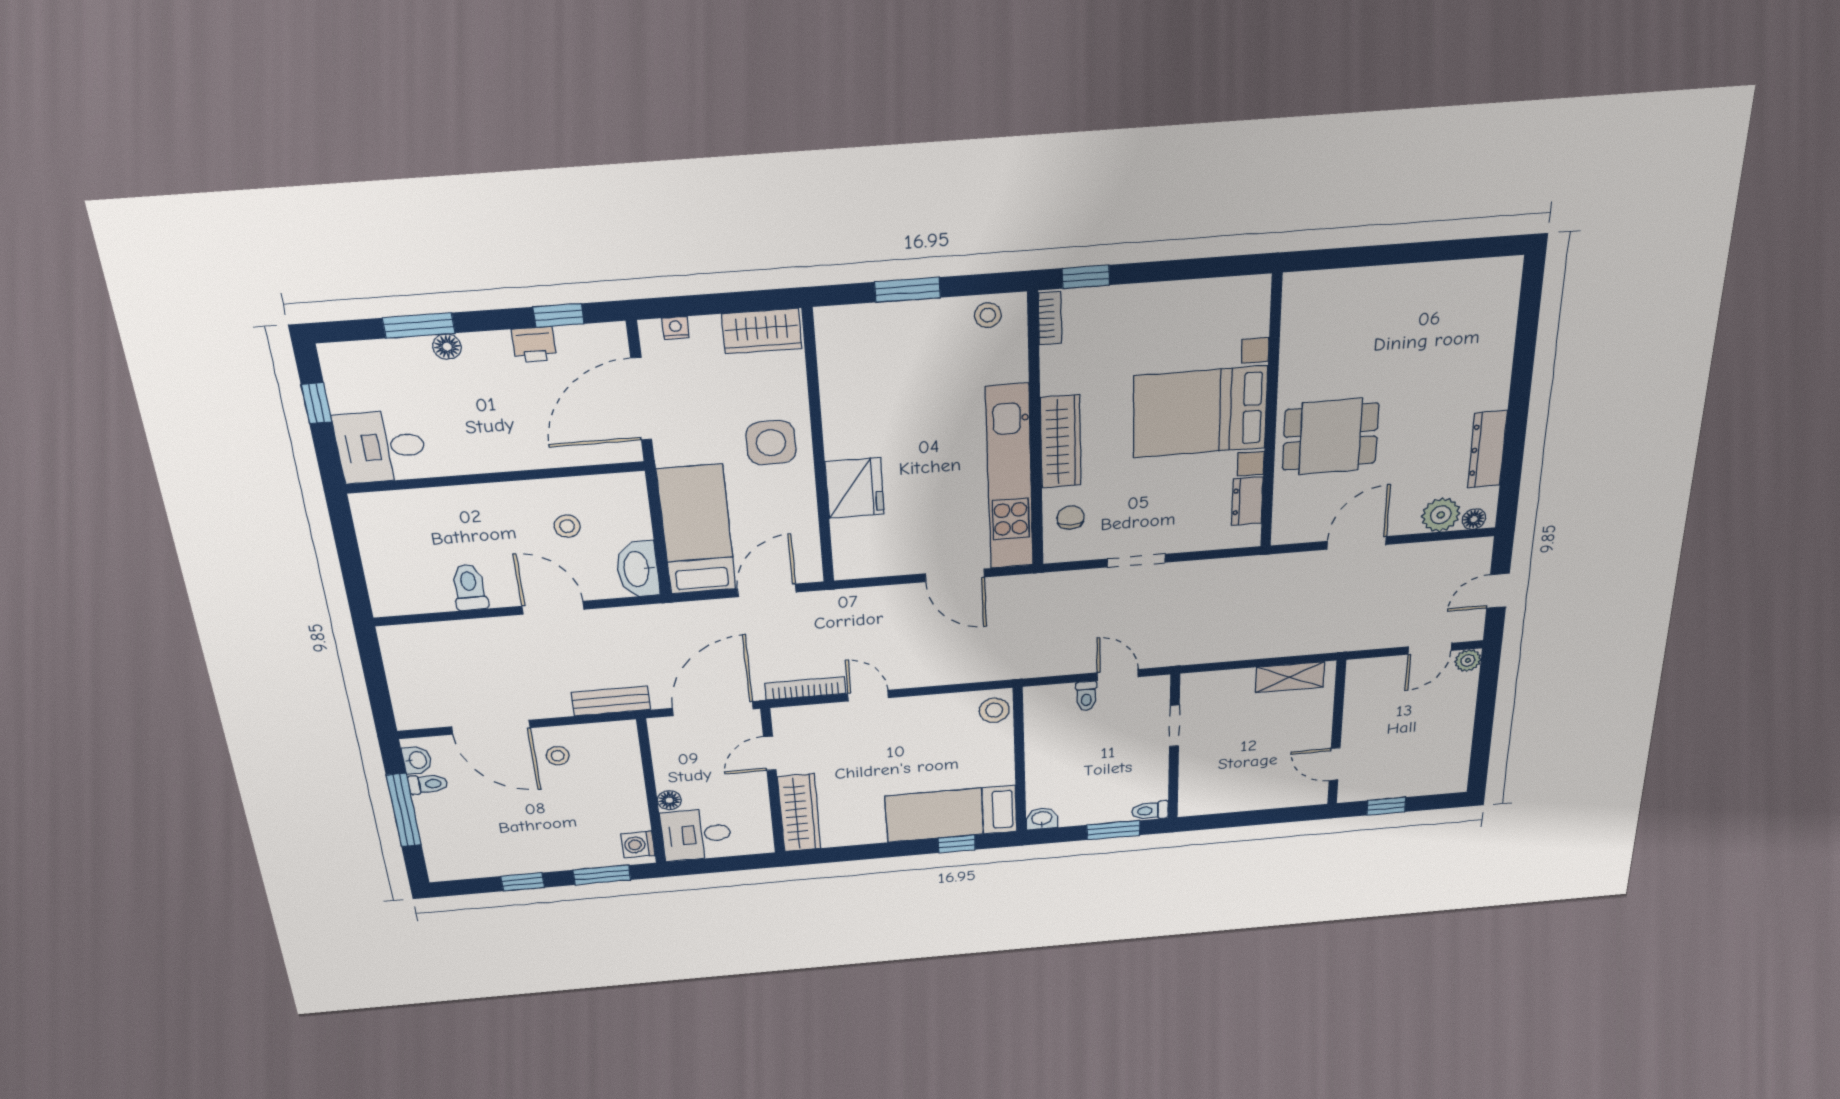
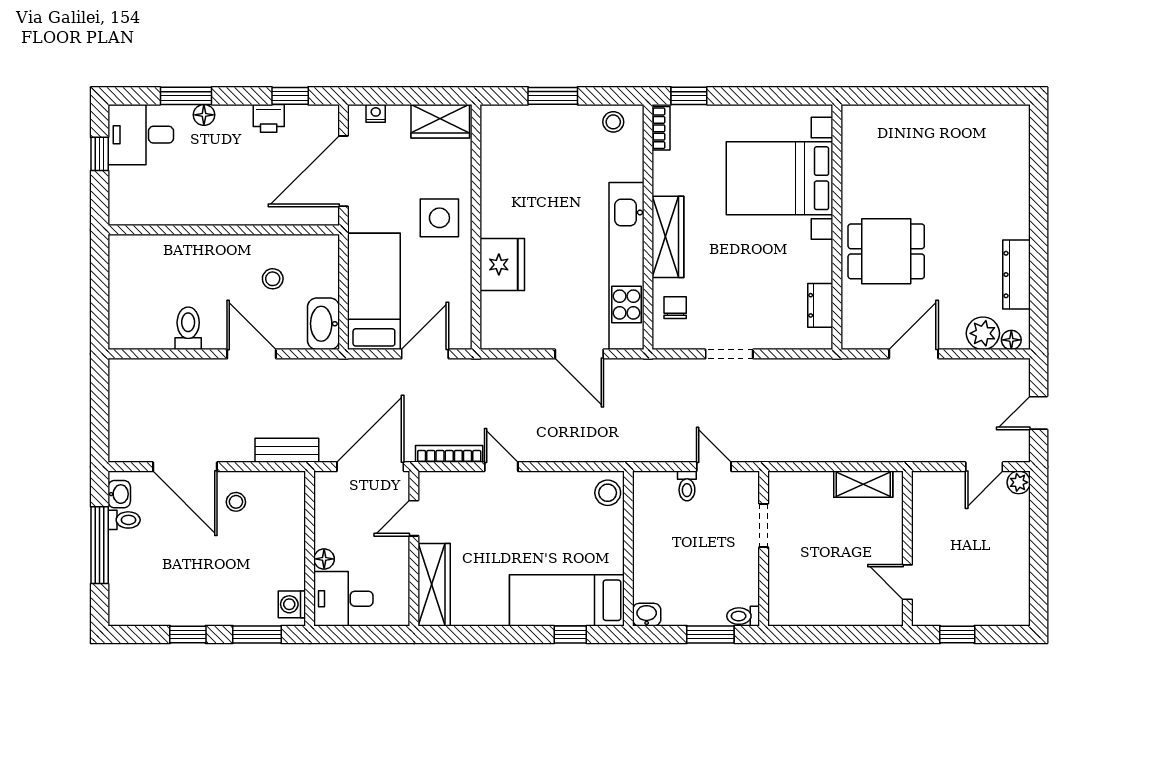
bed with nightstands: (1200, 412) -> (780, 178), moved
desk: (381, 447) -> (141, 135), moved

